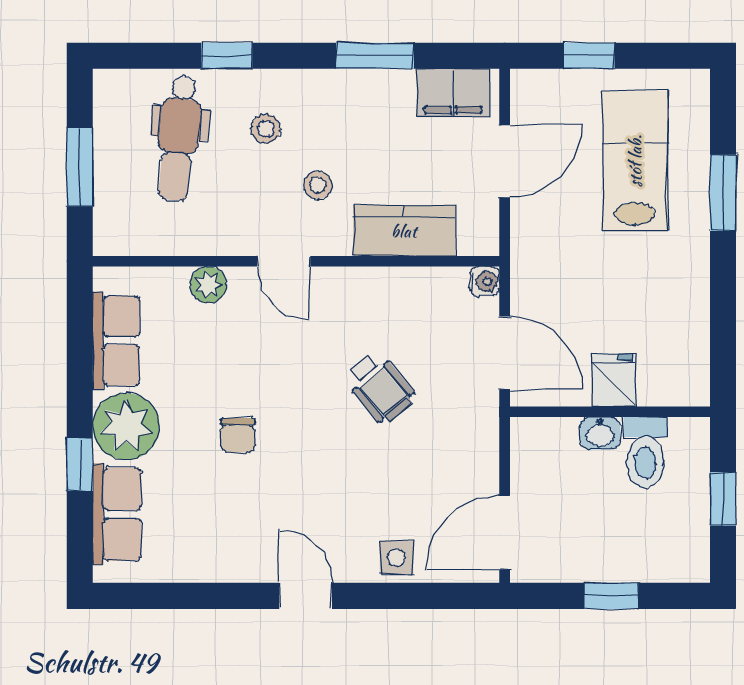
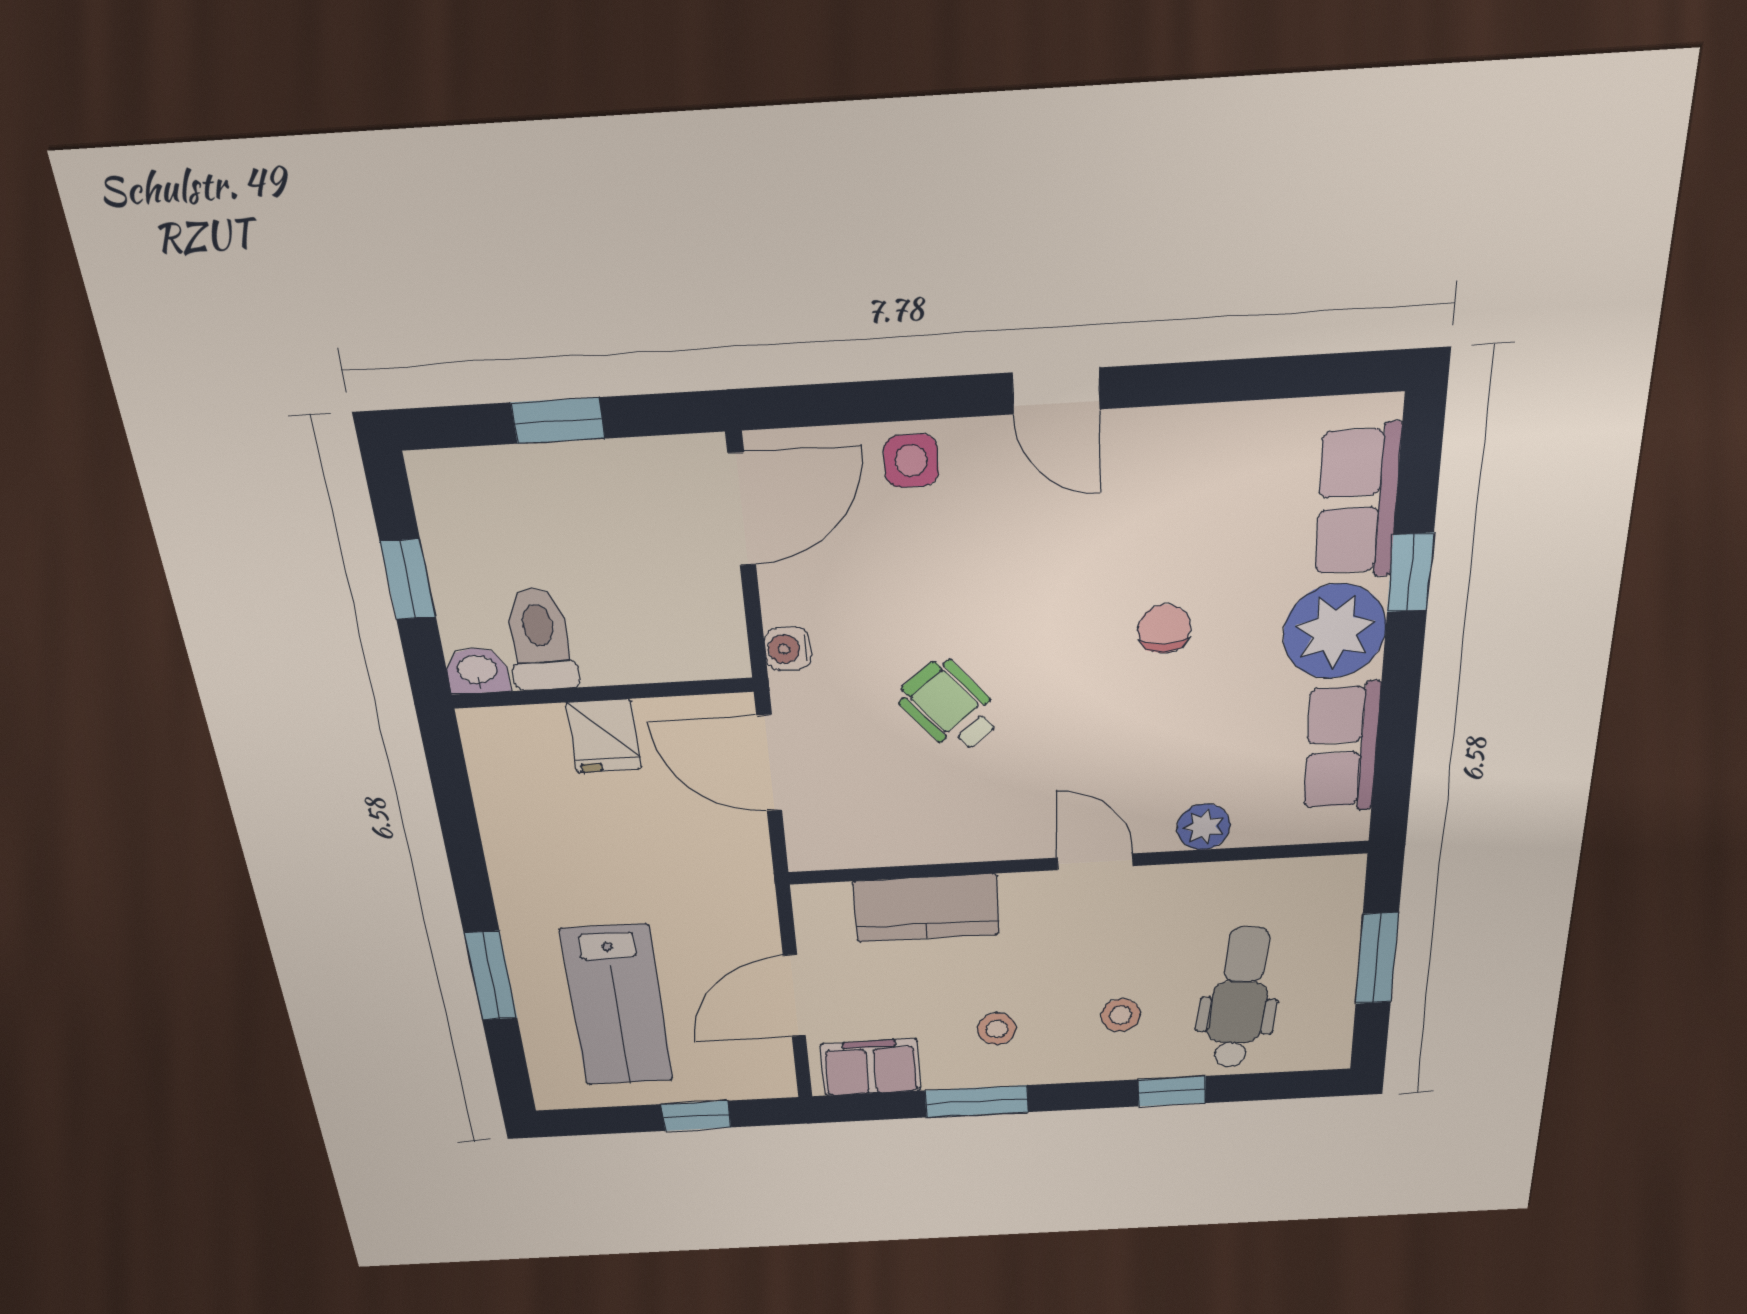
stool: (318, 185) -> (997, 1029), moved
water cooler: (485, 281) -> (788, 649), moved
washbasin: (600, 433) -> (477, 671), moved

